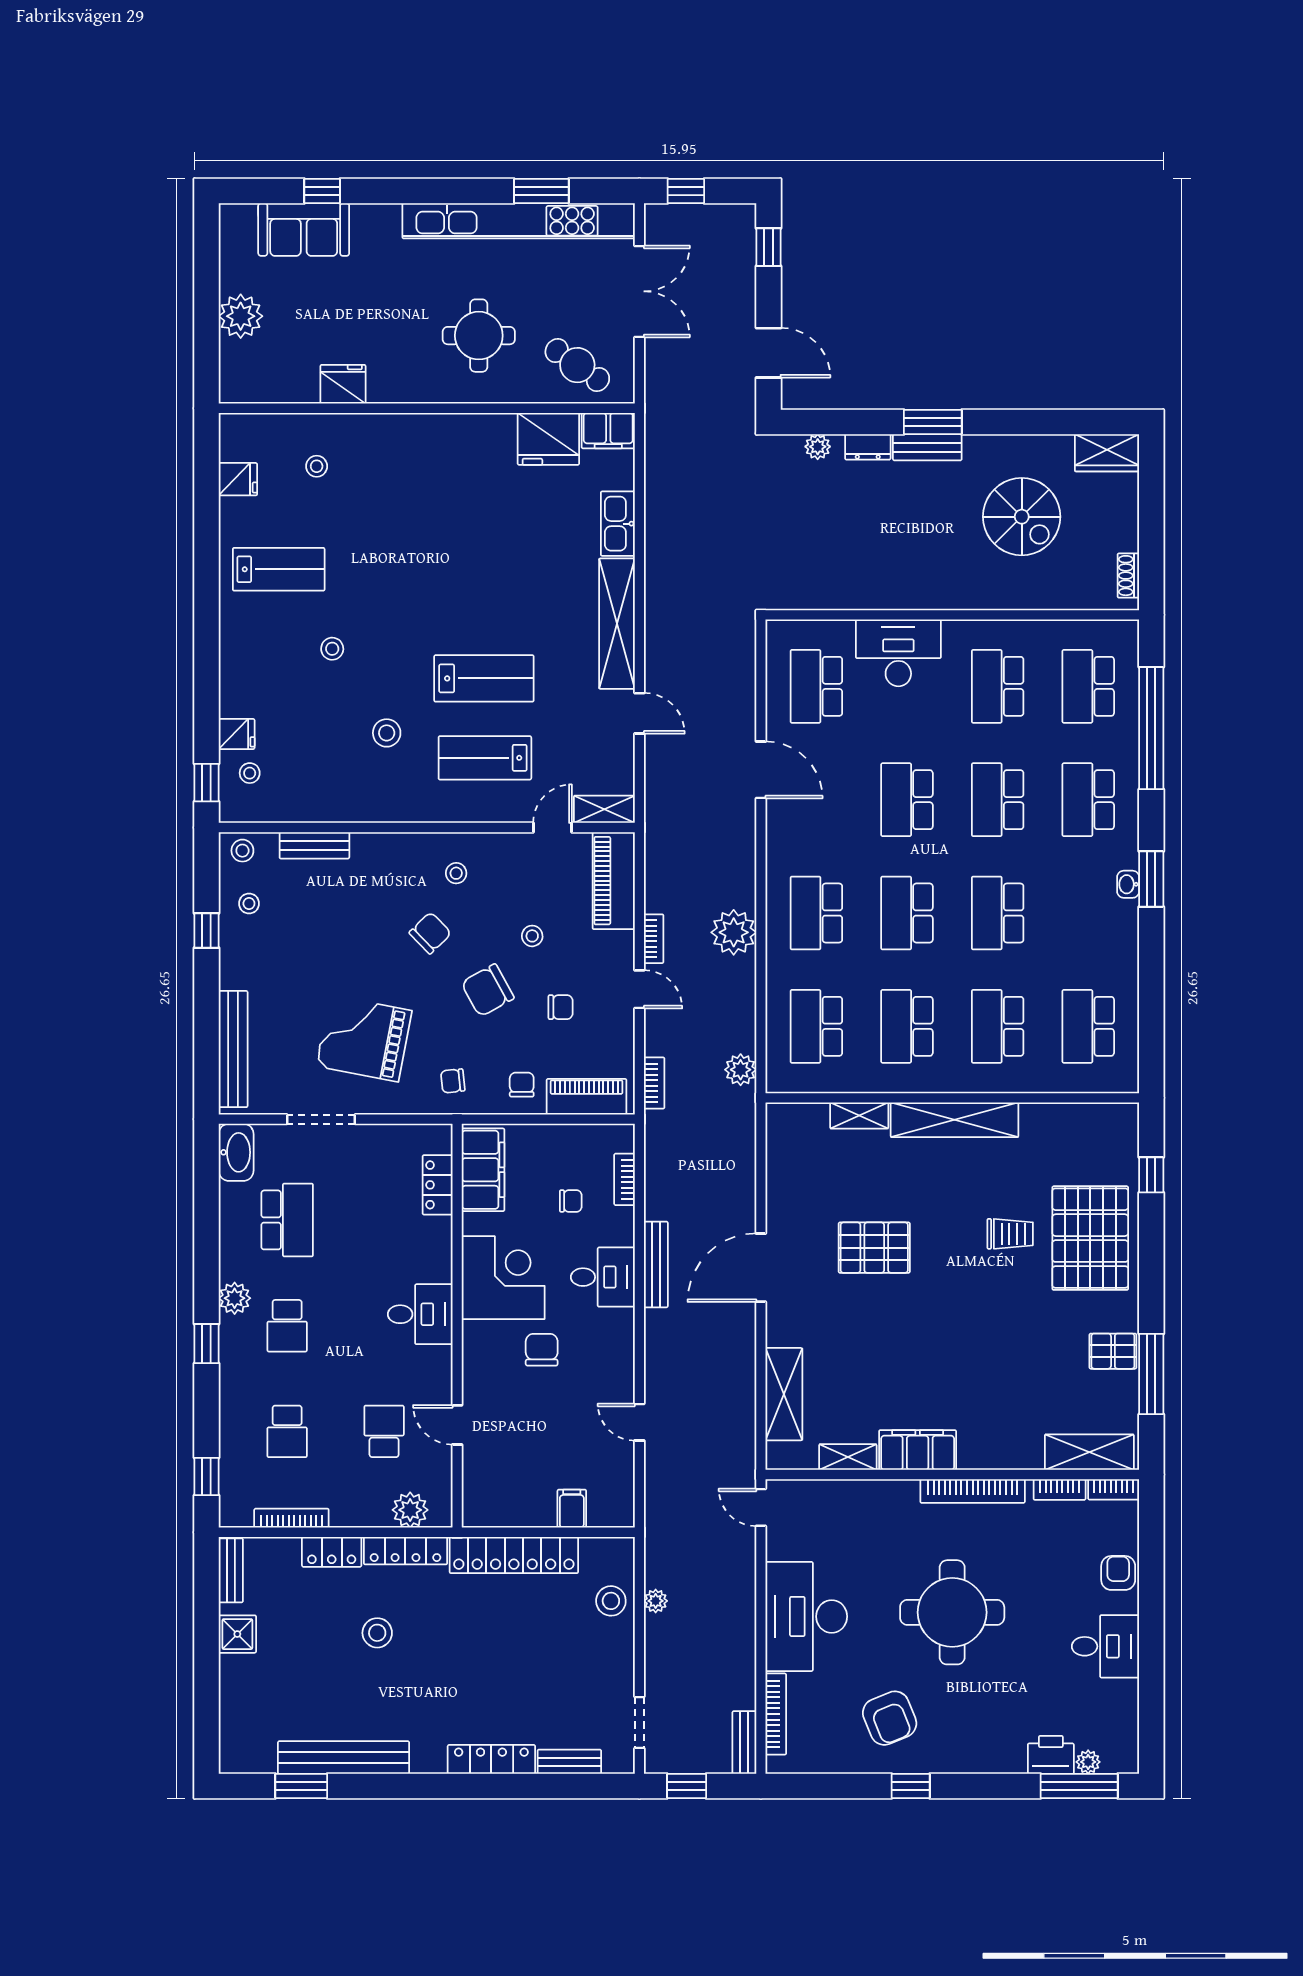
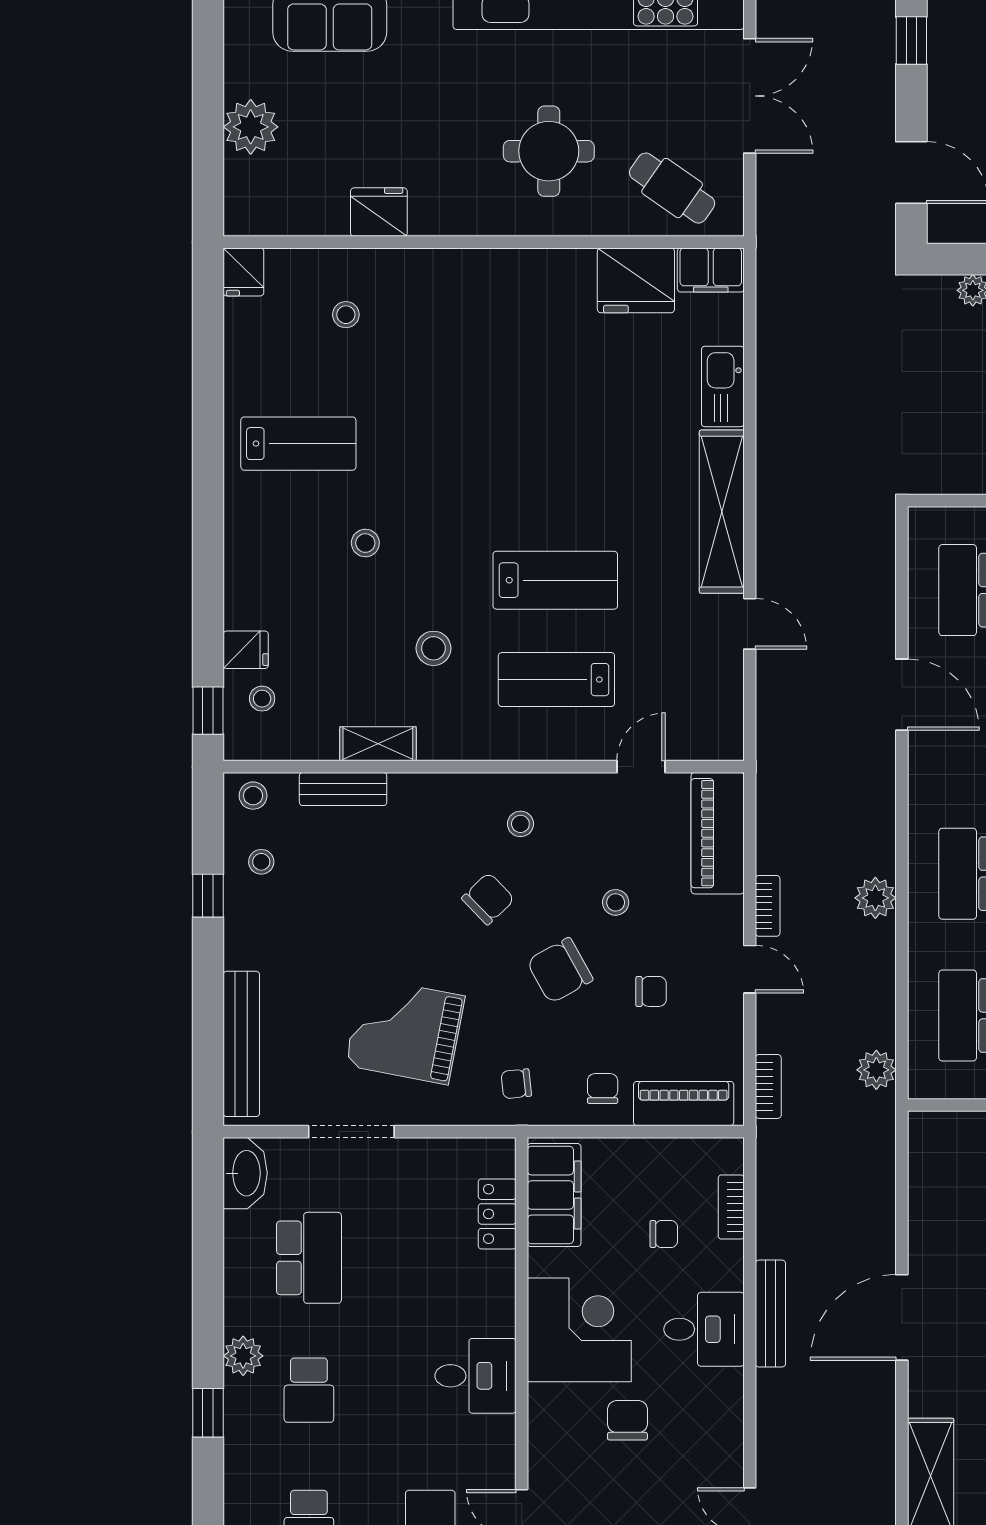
fridge: (238, 479) -> (243, 272), moved, turned 90
shelving: (604, 809) -> (378, 744), moved
plant: (734, 932) -> (875, 898), width x0.73, depth x0.73

